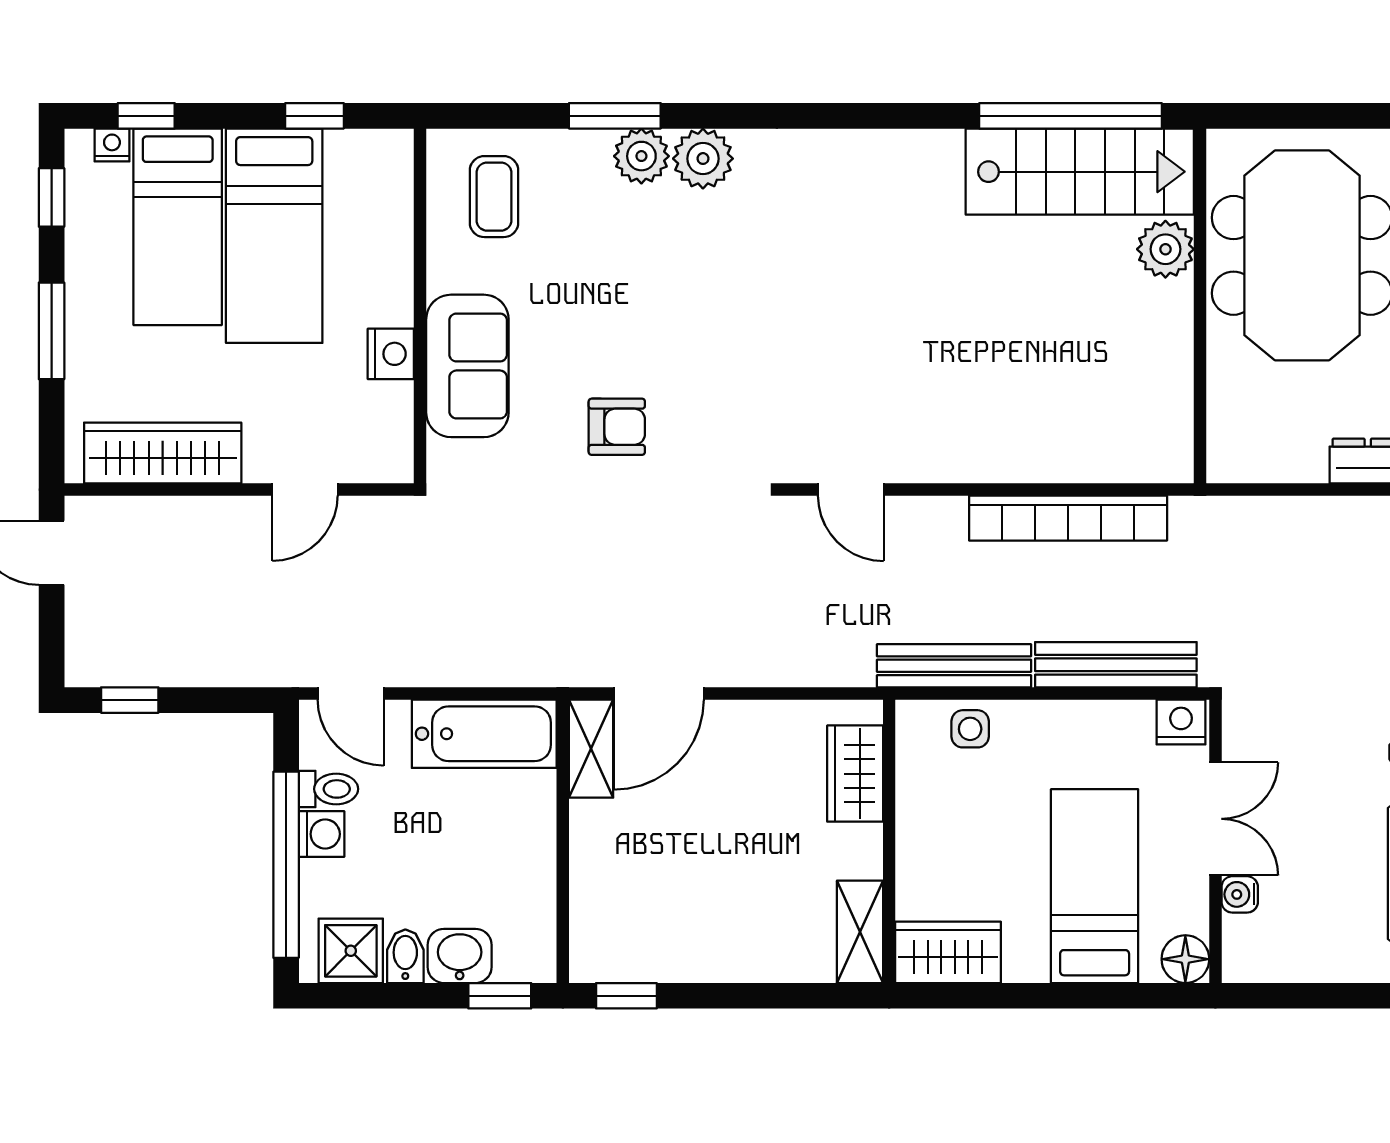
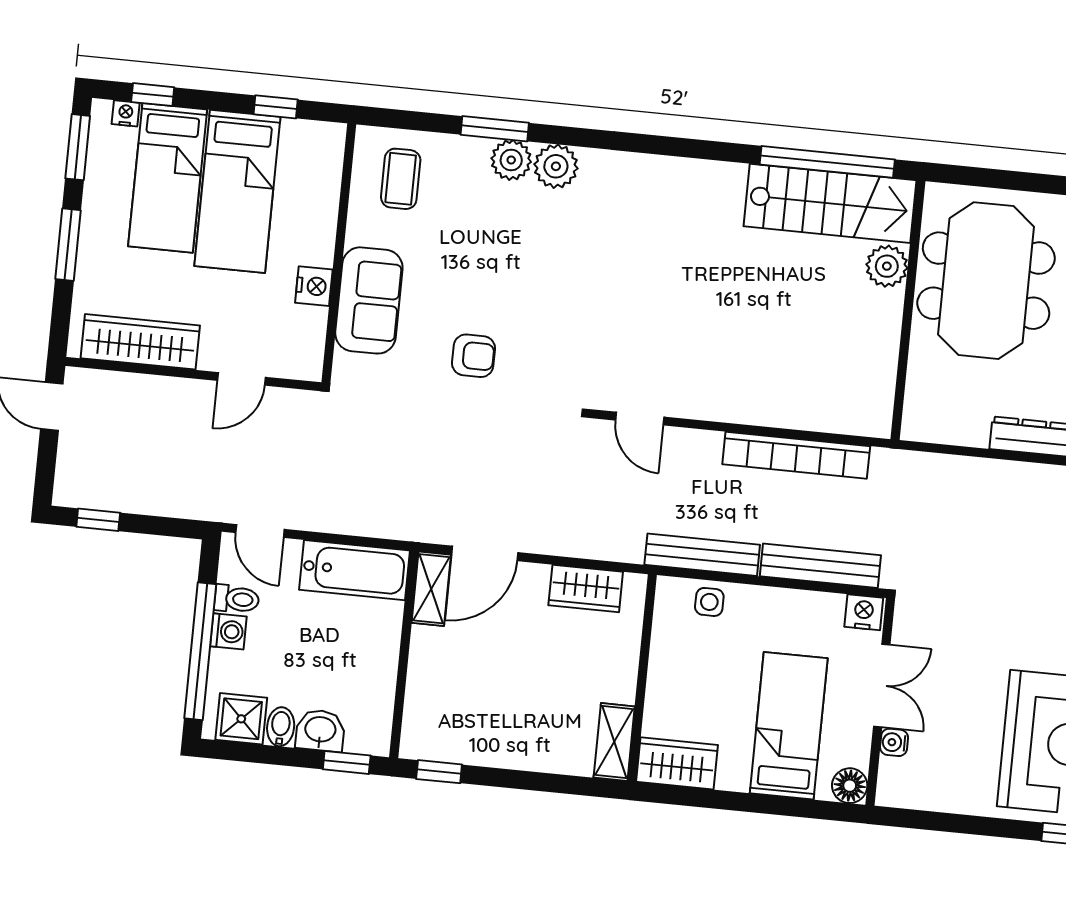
window: (52, 197) -> (78, 147), width x1.50
wardrobe: (855, 774) -> (586, 589), moved, turned -90

